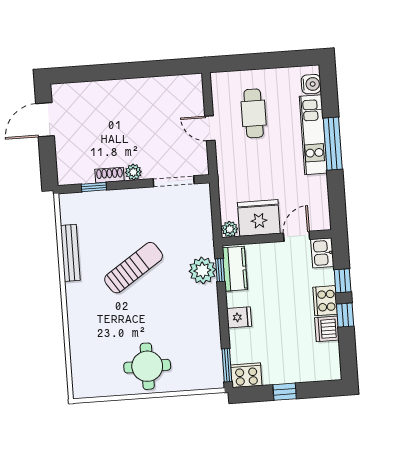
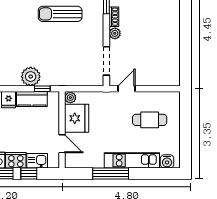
door: (210, 128) -> (126, 89), moved
window: (333, 144) -> (111, 173), moved
kitchen sink: (322, 253) -> (37, 161), moved
sun lounger: (134, 268) -> (60, 14), moved, turned 124
kitchen counter: (235, 269) -> (32, 99), moved
plant: (202, 270) -> (31, 77), moved

